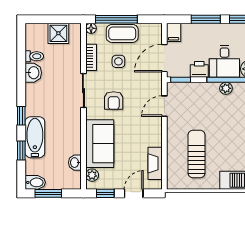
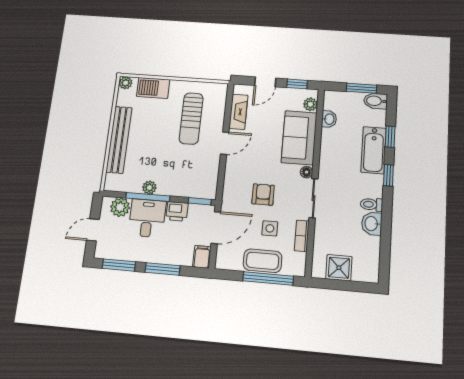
floor lamp: (91, 28) -> (307, 172), moved
toilet: (34, 56) -> (372, 204), moved
armchair: (114, 101) -> (263, 195), moved
door: (164, 106) -> (225, 143), moved

